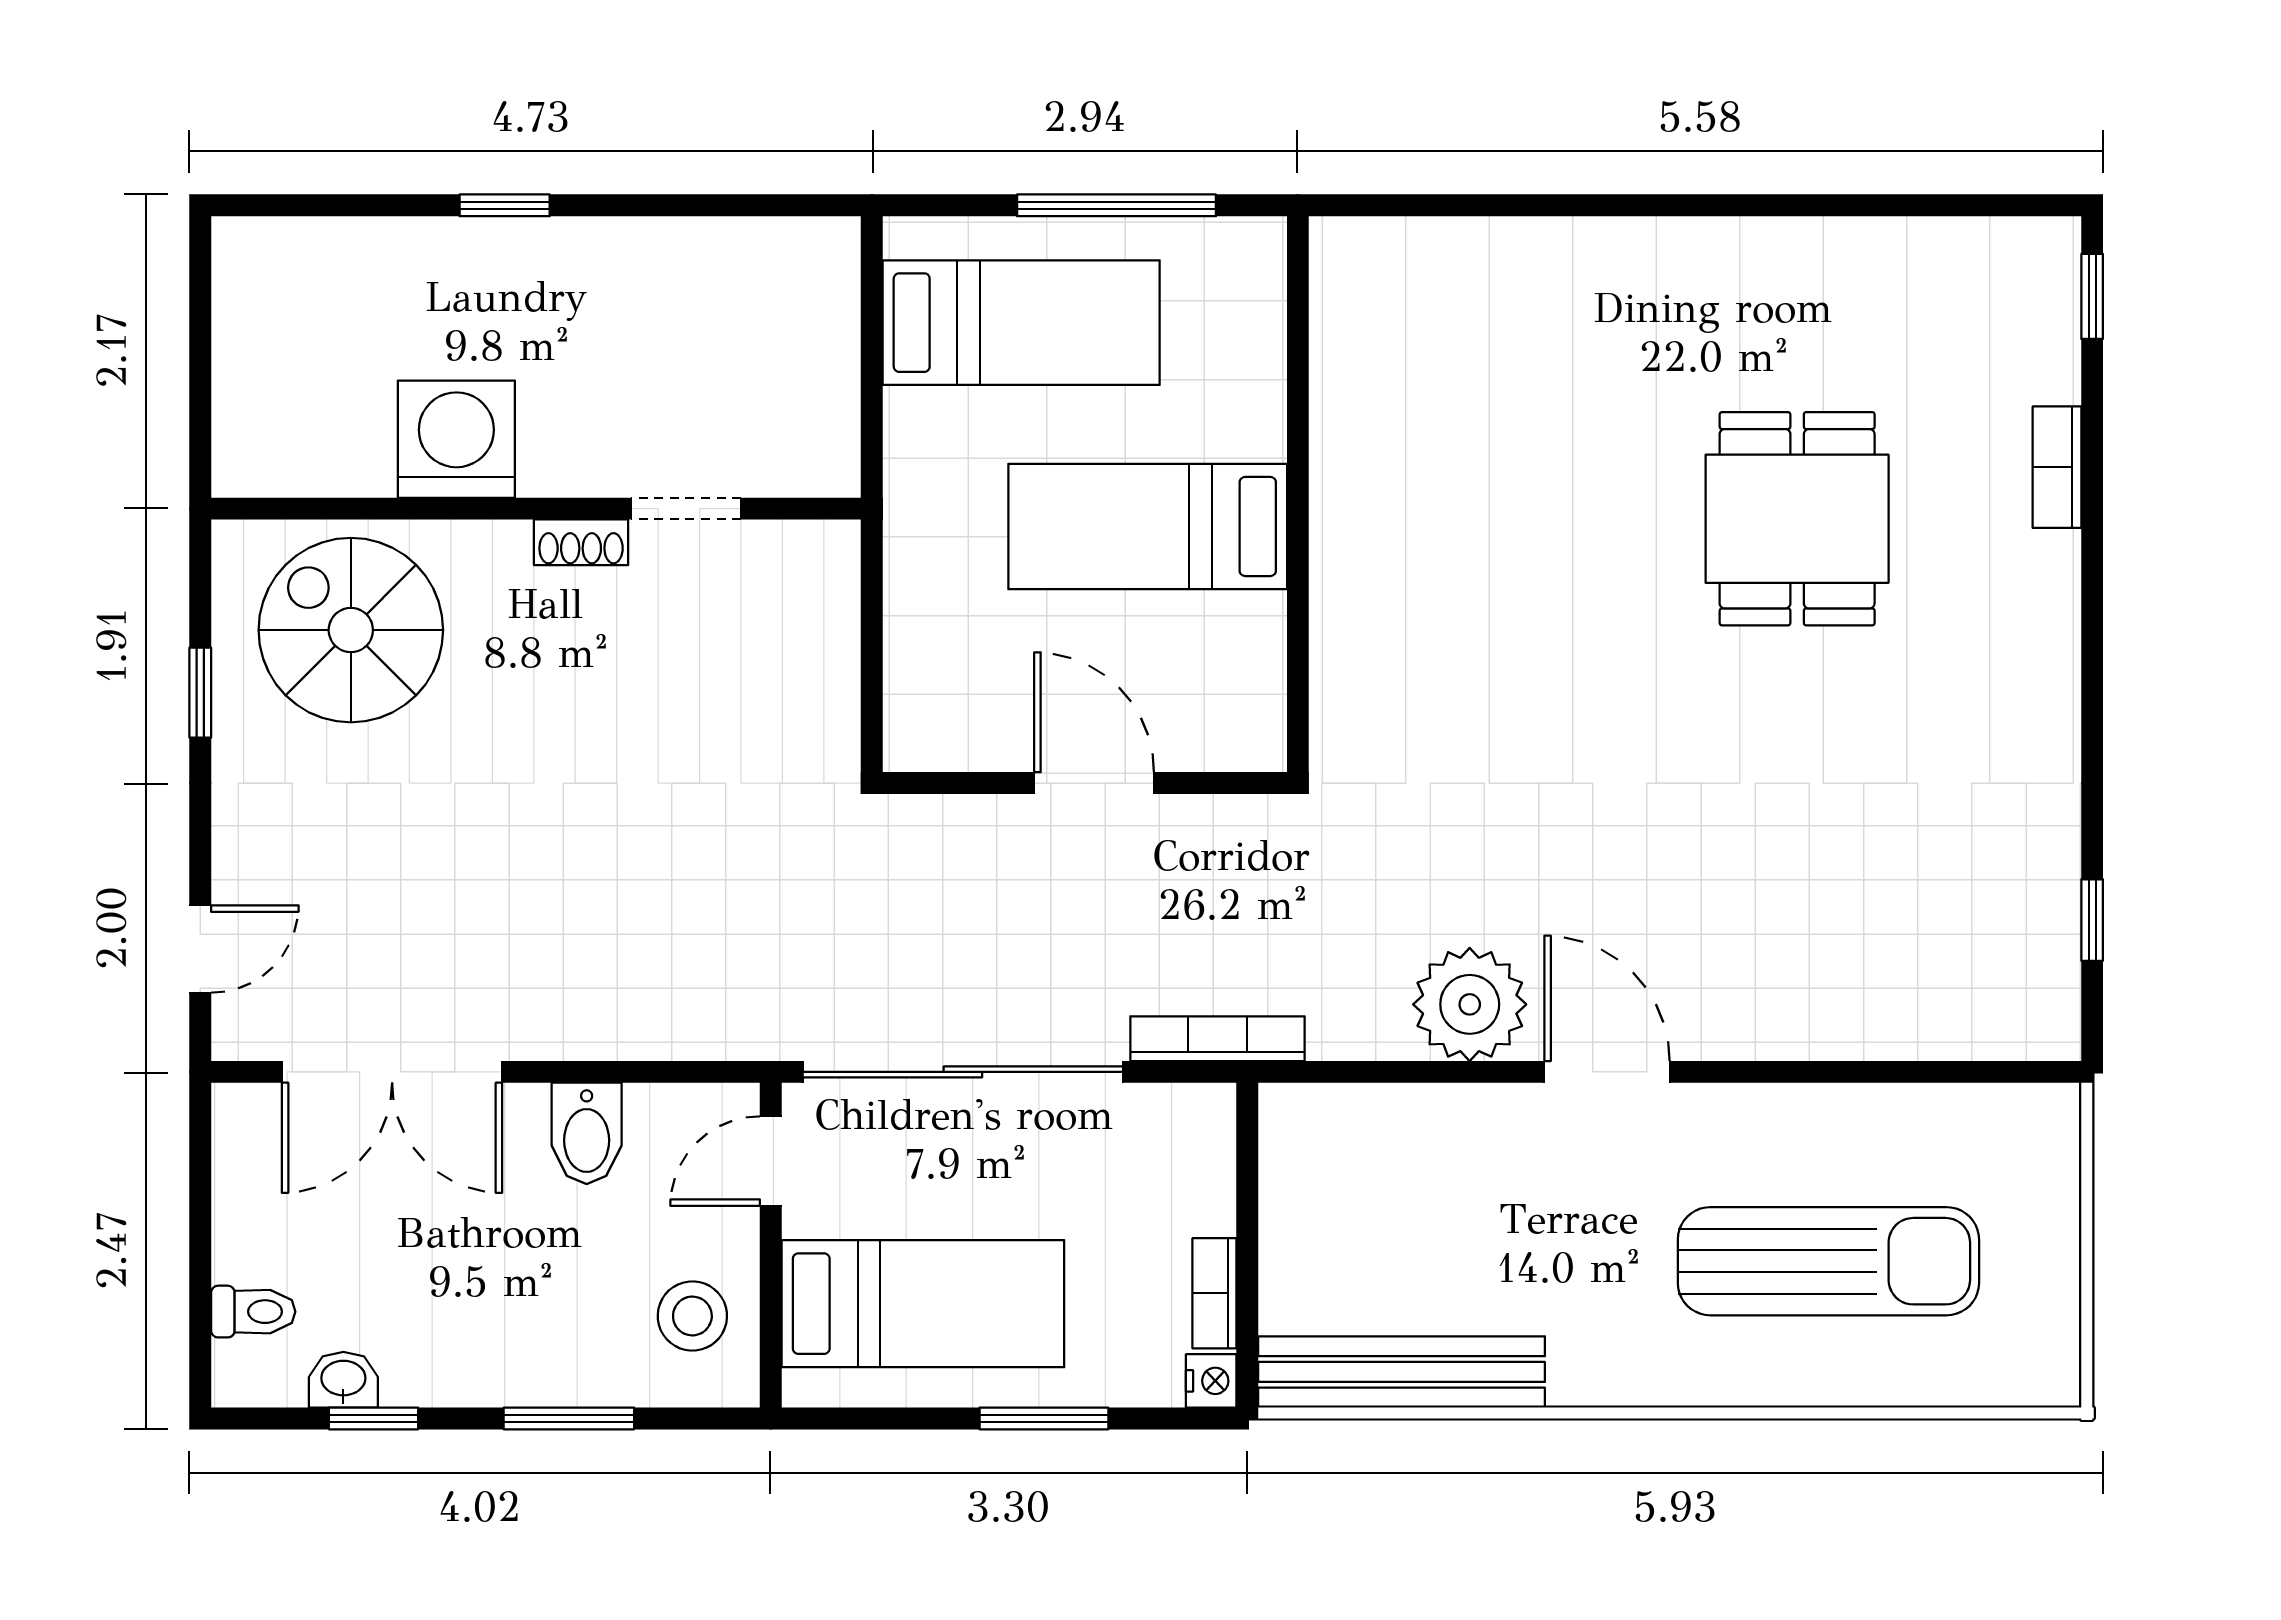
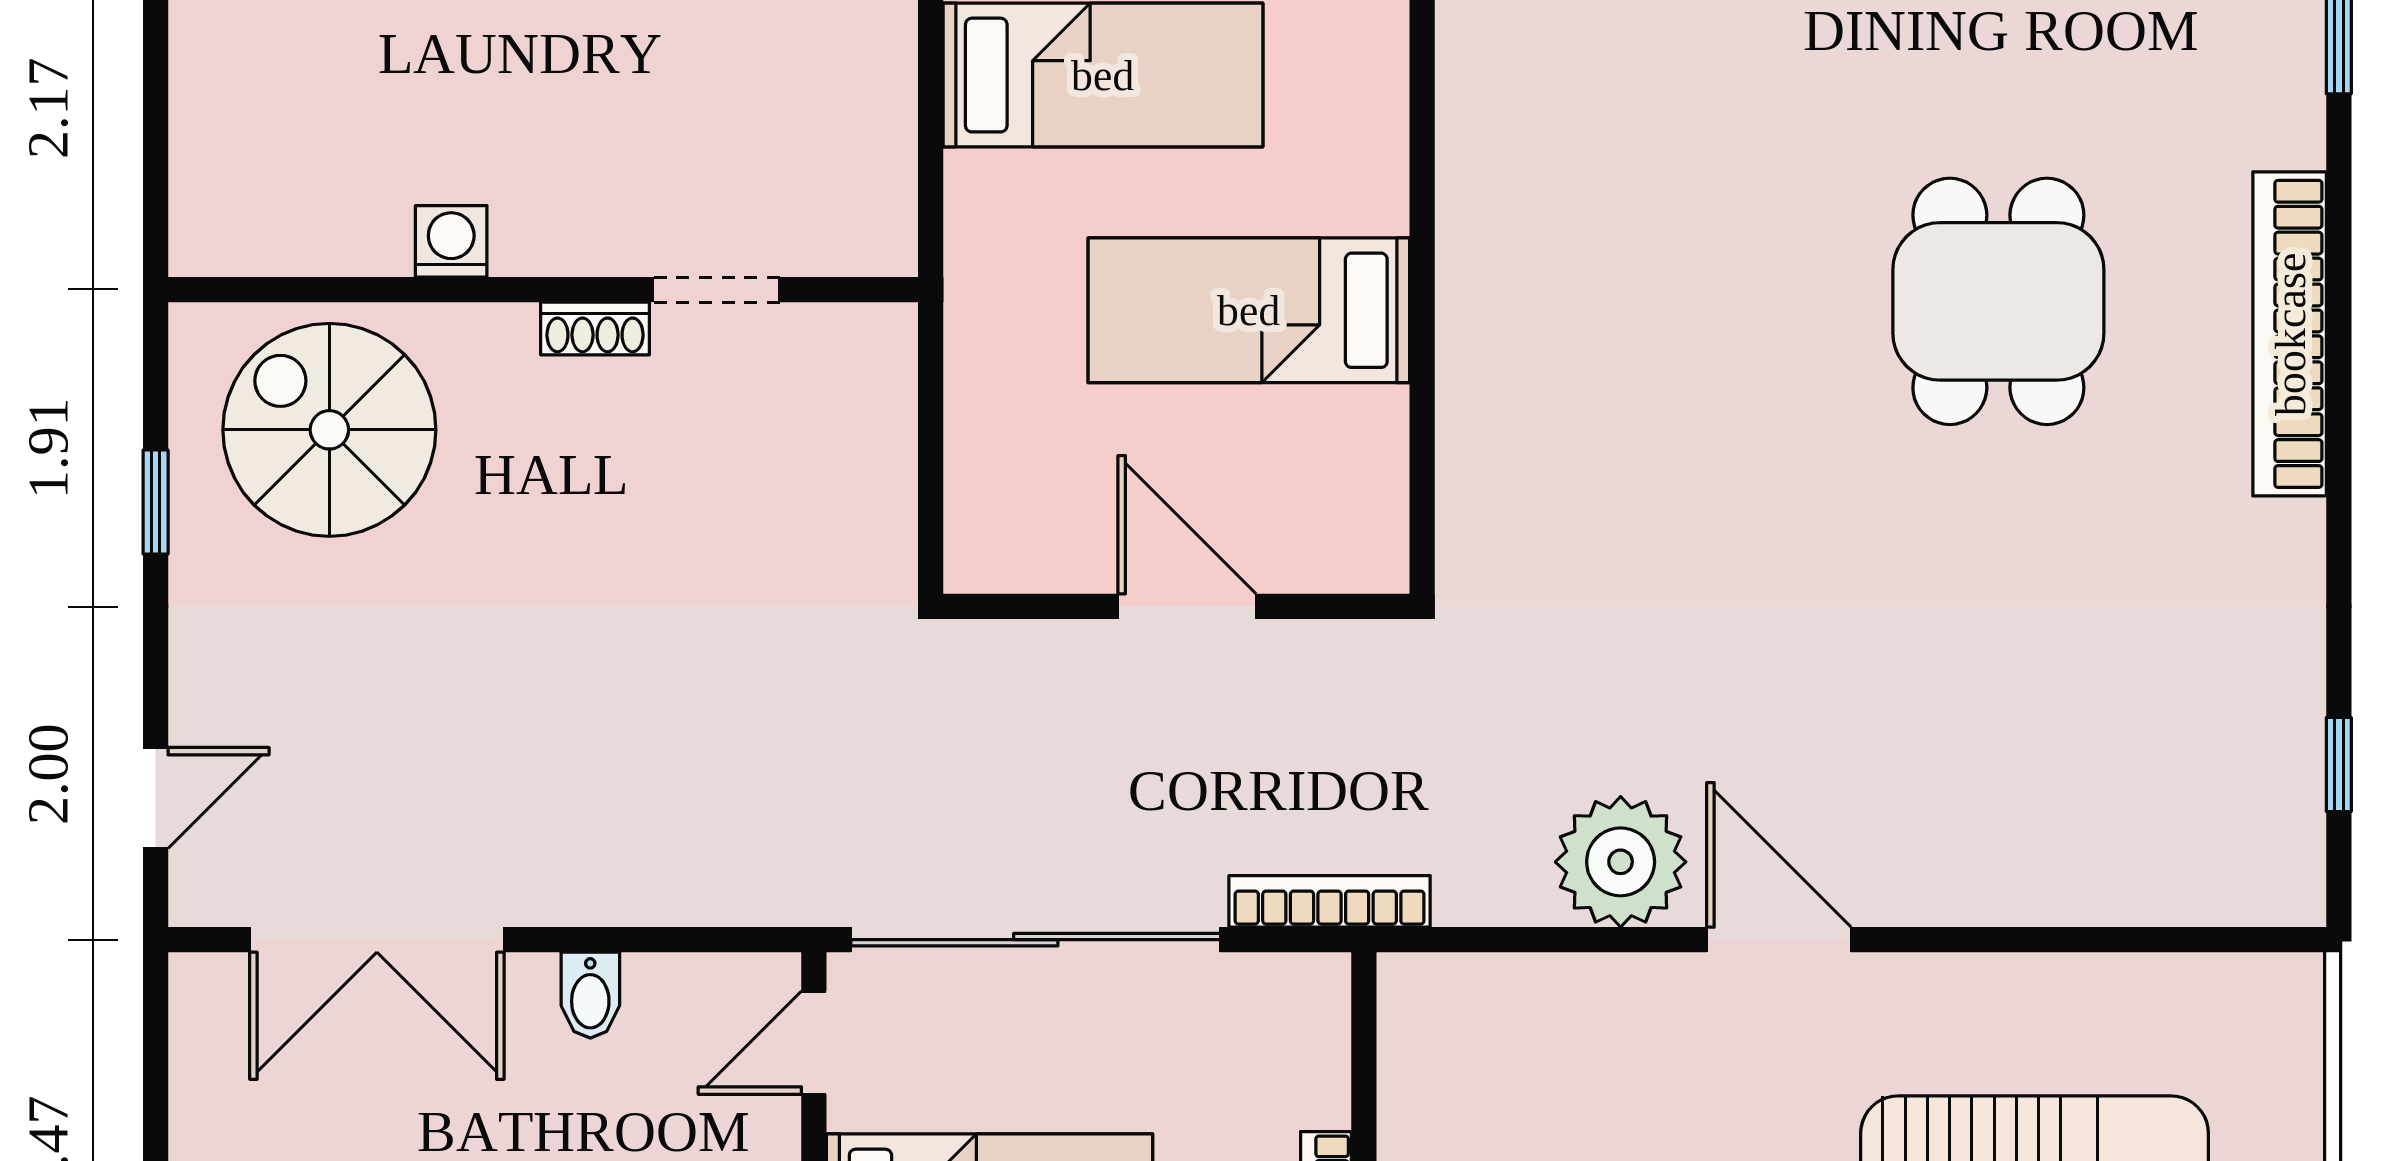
washing machine: (456, 439) -> (451, 241), width x0.53, depth x0.53
bookcase: (2057, 467) -> (2290, 334), width x2.31, depth x1.31
bidet: (587, 1133) -> (590, 995), width x0.72, depth x0.74

